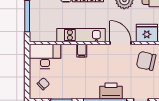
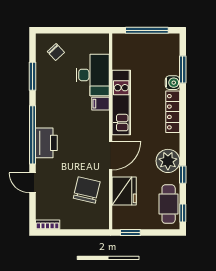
desk: (45, 56) -> (93, 75), moved

